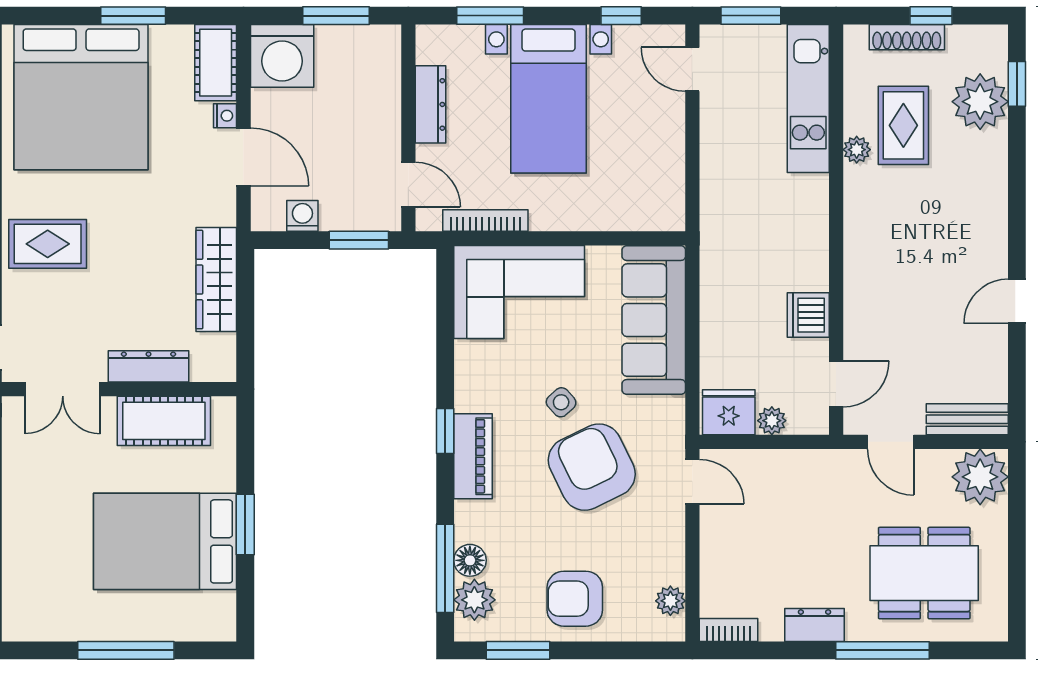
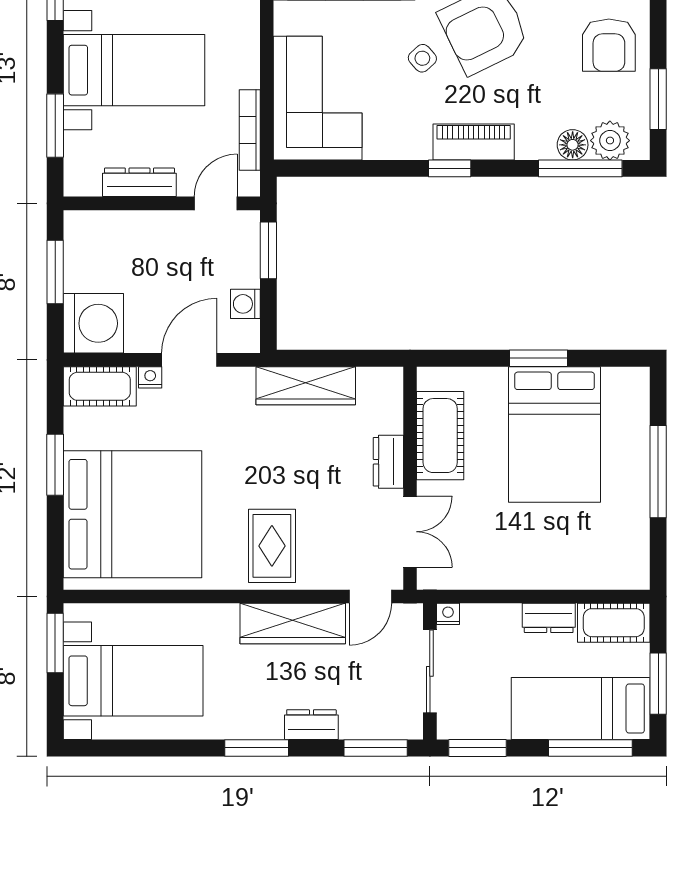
dresser: (149, 366) -> (388, 462), width x0.70

